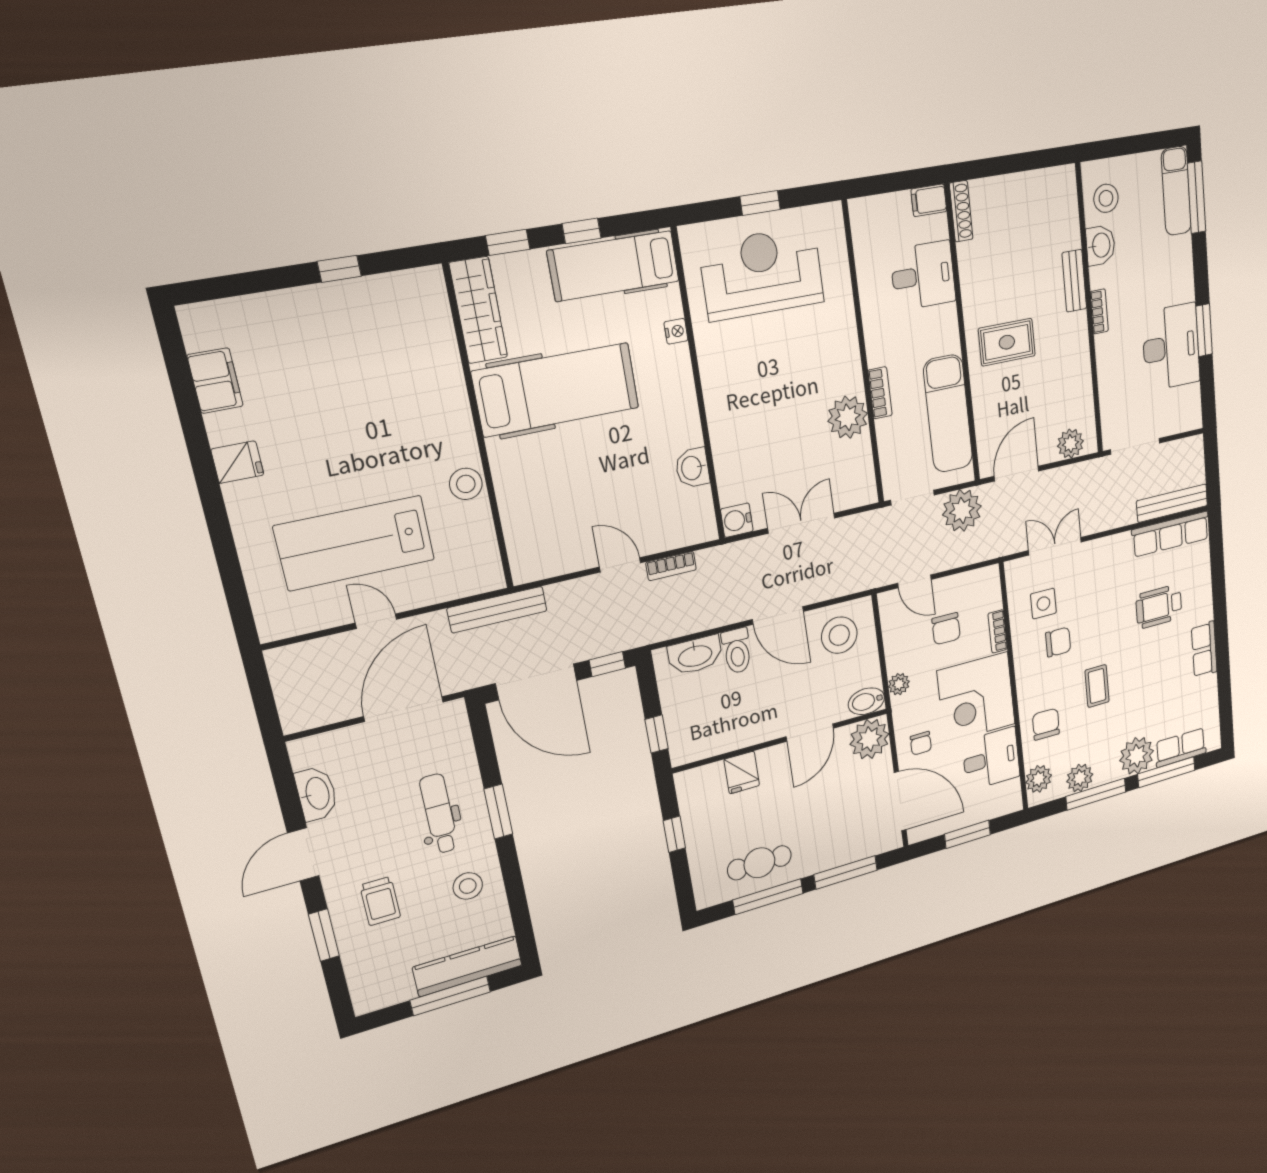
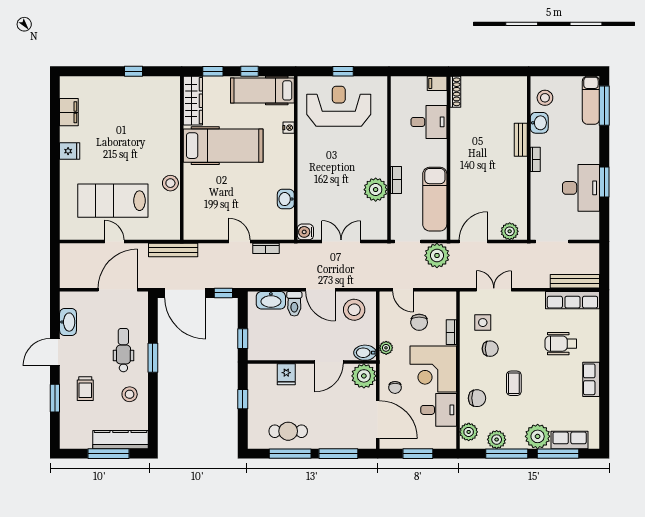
rug: (1007, 342) -> (475, 166), removed
chair: (1046, 724) -> (477, 398), turned 89

